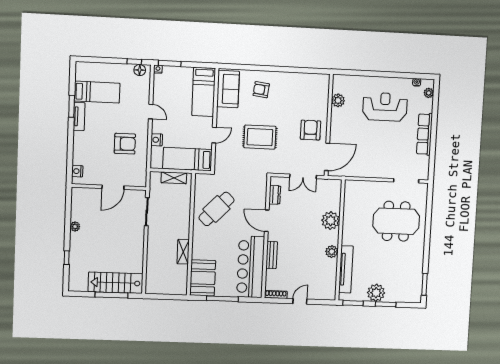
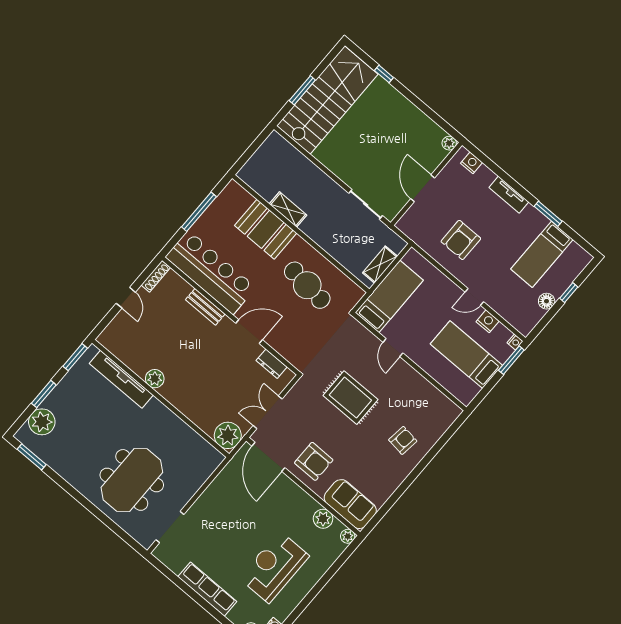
window: (134, 62) -> (569, 293), moved
floor lamp: (140, 70) -> (547, 301), moved
plant: (337, 79) -> (348, 536), added
sofa: (228, 89) -> (350, 504), moved, turned 180
bed: (204, 92) -> (466, 355), moved
reception desk: (385, 107) -> (274, 567), turned 180
tv unit: (79, 116) -> (509, 195), moved
rug: (260, 137) -> (350, 398), turned 90
nightstand: (157, 140) -> (488, 321), moved
cafe table: (216, 209) -> (307, 285), turned -38
plant: (331, 221) -> (228, 435), moved
plant: (75, 227) -> (449, 143), moved
booth: (203, 278) -> (266, 229), moved
stairs: (116, 283) -> (327, 100), width x1.36, depth x1.51
plant: (376, 293) -> (42, 422), moved
window: (111, 295) -> (302, 90), width x0.69

